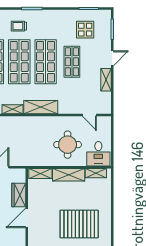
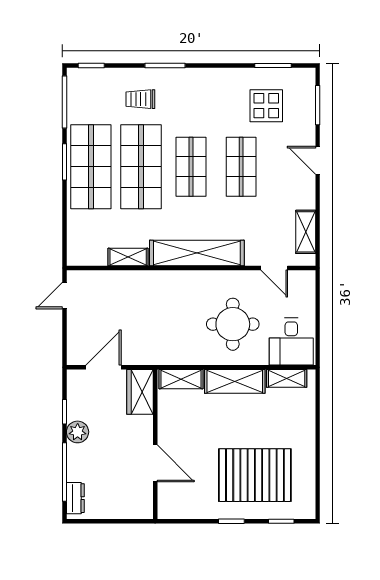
door: (112, 58) -> (318, 160), swing flipped
shop shelf: (46, 62) -> (191, 167), width x0.70, depth x0.74
shelving: (106, 80) -> (306, 232), moved
shelving: (41, 107) -> (197, 253), width x1.47
wardrobe: (19, 195) -> (140, 392), moved
door: (27, 218) -> (155, 463), swing flipped

